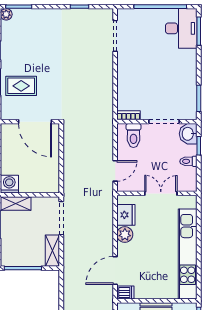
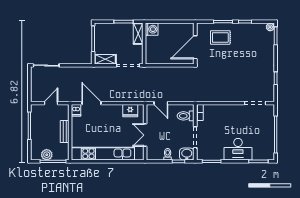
desk: (181, 28) -> (238, 149), moved
rug: (21, 86) -> (220, 37), turned 90
double door: (161, 193) -> (145, 135), swing flipped
plant: (125, 235) -> (116, 110), removed

